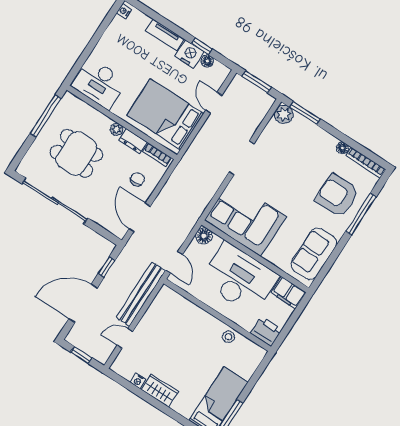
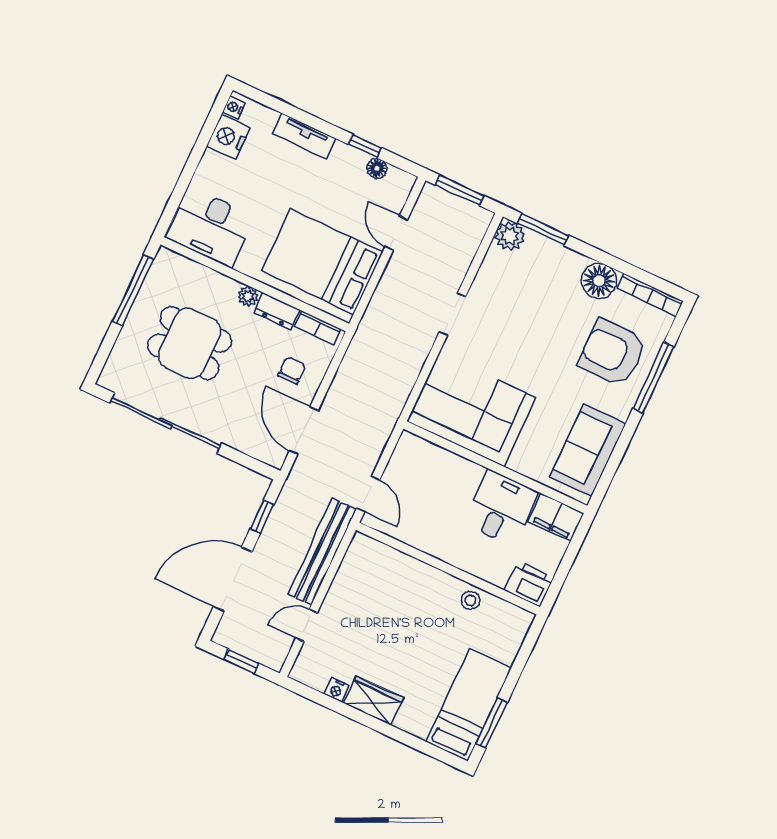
nightstand: (190, 54) -> (228, 137), moved, turned -90
floor lamp: (342, 148) -> (599, 281), width x1.89, depth x1.89
doorway: (242, 158) -> (452, 314), width x0.73
floor lamp: (204, 236) -> (410, 446), removed
desk: (239, 278) -> (501, 508), width x0.53, depth x0.77

